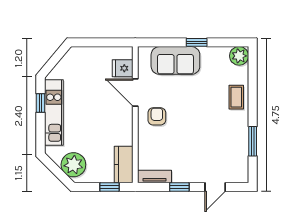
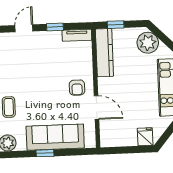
sofa: (175, 60) -> (55, 137), width x1.36
fridge: (123, 68) -> (145, 137), moved, turned -90
kitchen counter: (124, 165) -> (104, 53), width x1.50

